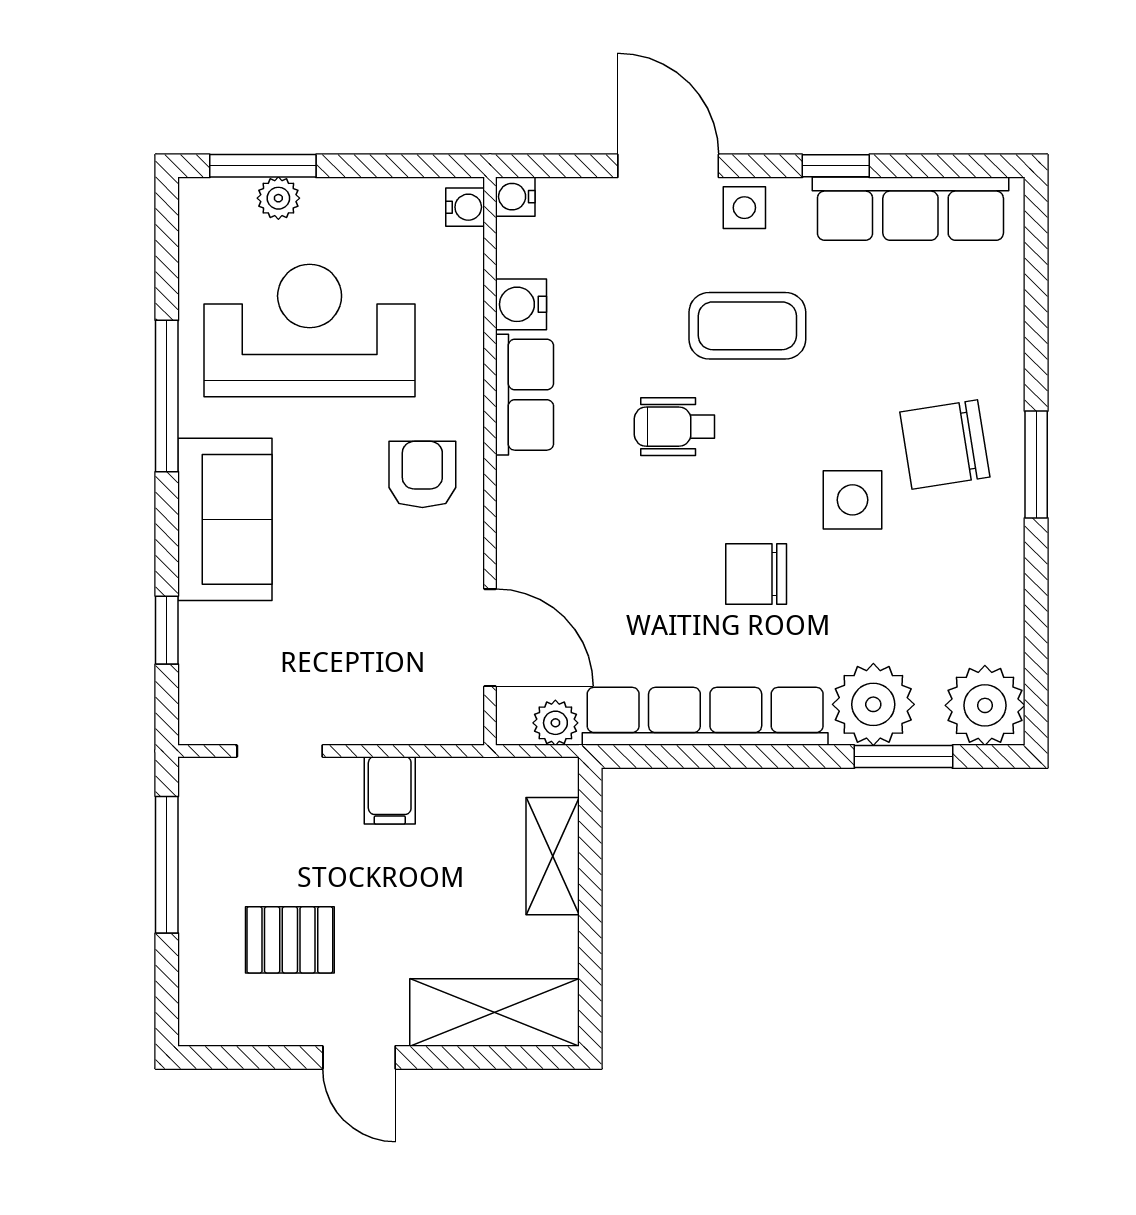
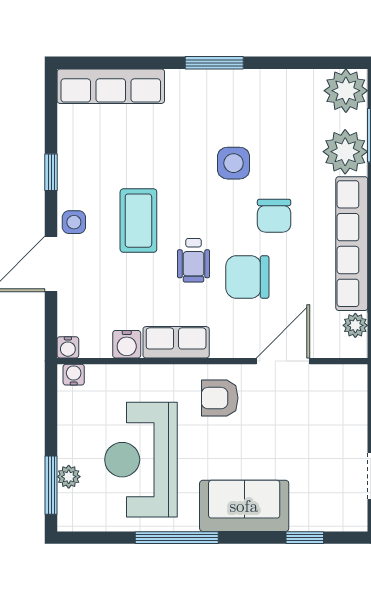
row of seats: (910, 209) -> (111, 86), moved, turned 90
chair: (945, 445) -> (247, 277), moved, turned 99
door: (490, 638) -> (283, 361), moved

